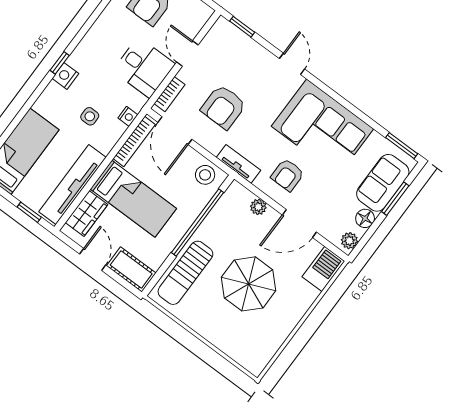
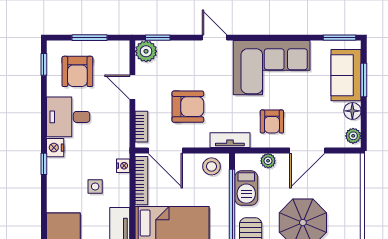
plant: (223, 31) -> (146, 51), added
desk: (144, 67) -> (68, 117), moved, turned 180
nightstand: (65, 76) -> (55, 148), moved
armchair: (223, 107) -> (188, 107), turned -90
barbecue: (323, 269) -> (246, 188), moved, turned 180

